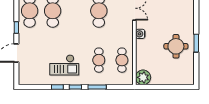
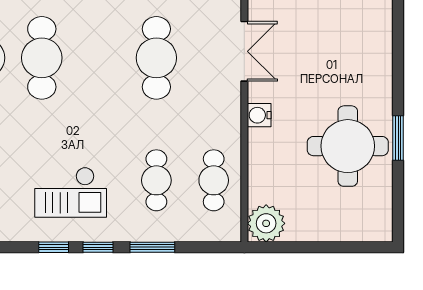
round table: (176, 46) -> (348, 146), width x1.36, depth x1.36

